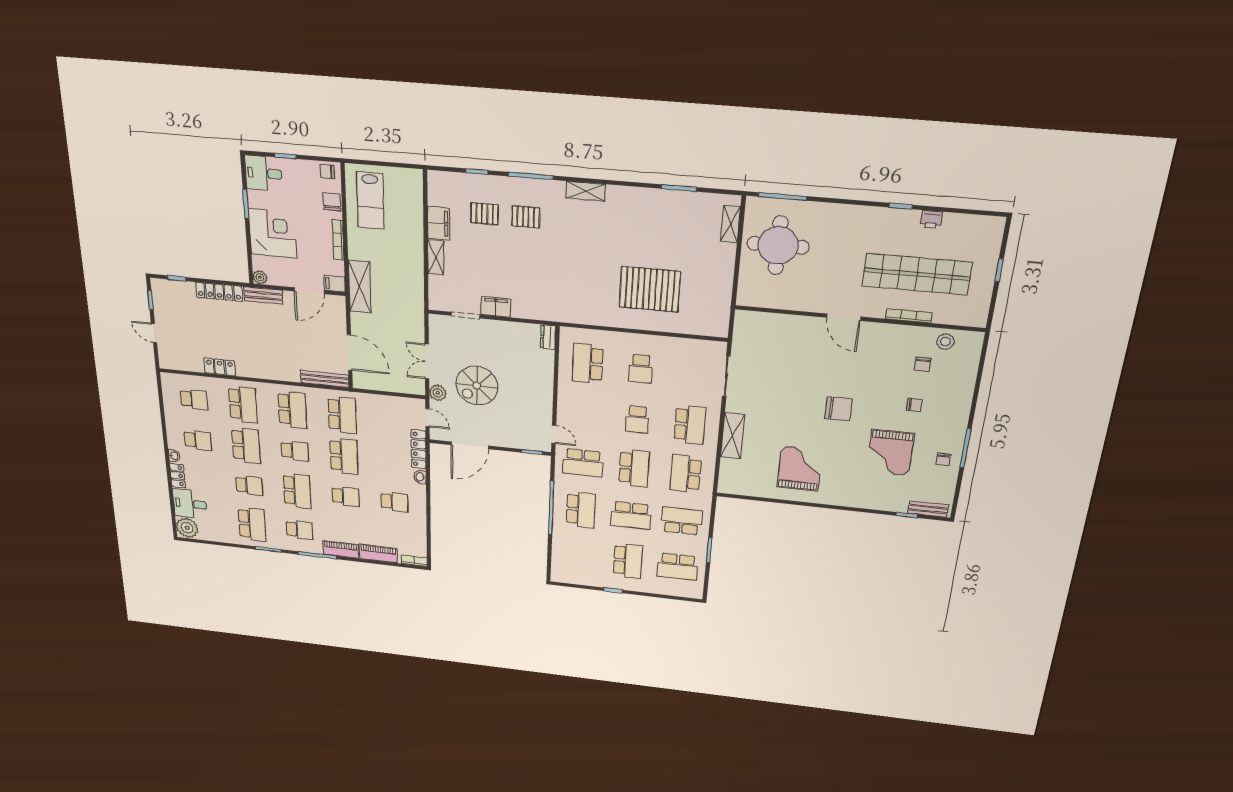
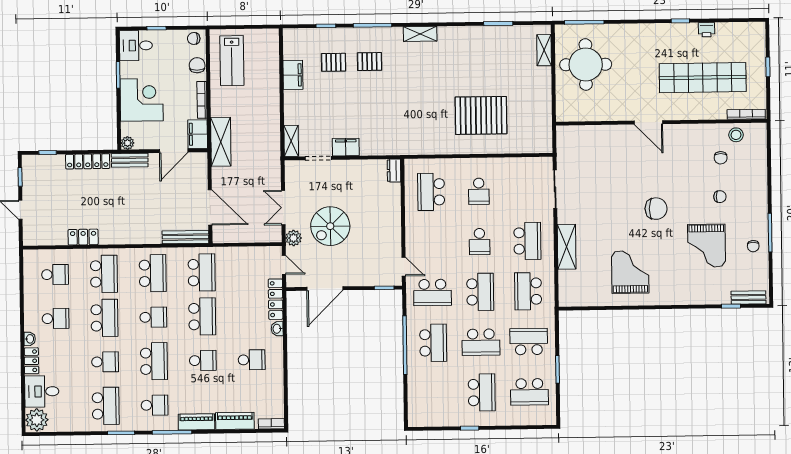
shelving: (436, 257) -> (291, 141), moved
filing cabinet: (335, 284) -> (198, 134), width x2.00
bookcase: (909, 316) -> (746, 114), moved

